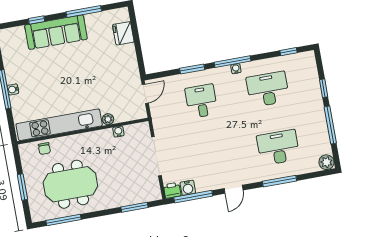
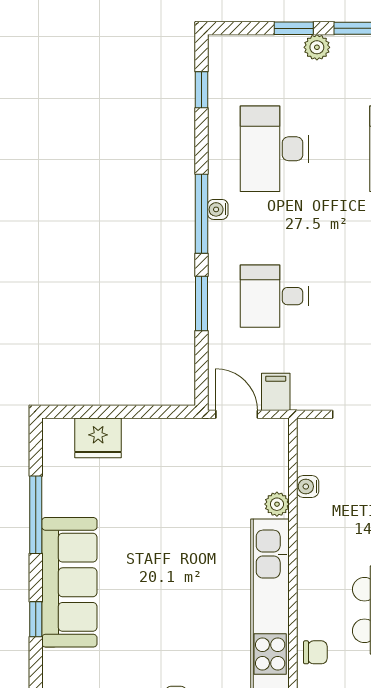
plant: (317, 100) -> (317, 47), added
filing cabinet: (158, 110) -> (276, 392), added

